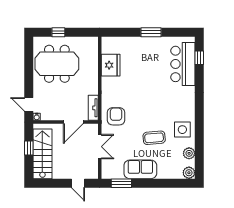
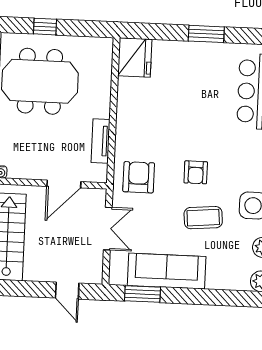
fridge: (111, 65) -> (135, 58), moved
tv unit: (93, 108) -> (101, 141), moved
armchair: (149, 112) -> (196, 172), added
sofa: (140, 169) -> (167, 271), width x1.36

